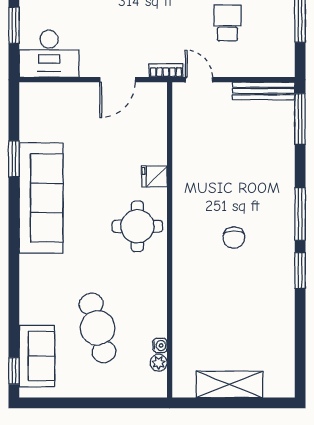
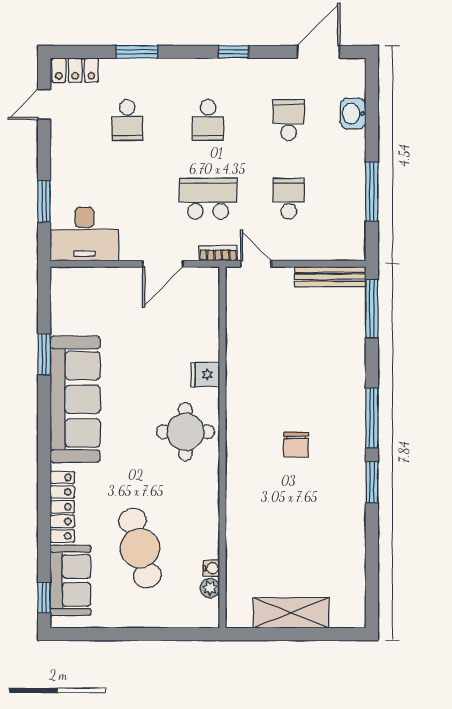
school desk: (157, 23) -> (208, 199), added
locker: (30, 292) -> (62, 507), added

